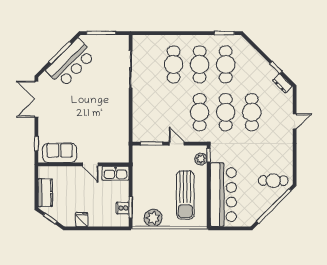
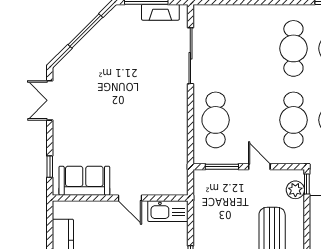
fireplace: (111, 40) -> (160, 12), added
bar counter: (71, 63) -> (101, 46), removed
cafe table: (174, 64) -> (216, 120), moved
double door: (36, 99) -> (50, 100), width x0.73

